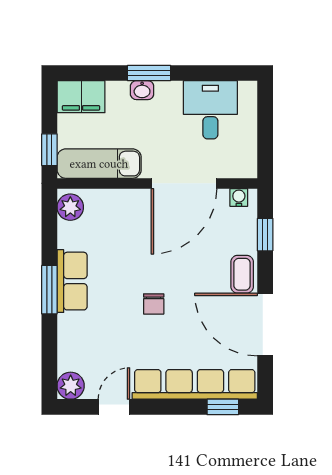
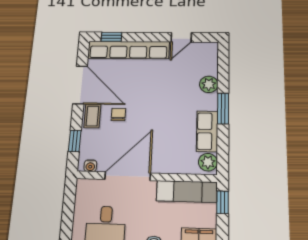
row of seats: (72, 281) -> (207, 131), moved
chair: (154, 304) -> (118, 114), moved
plant: (71, 386) -> (209, 84), moved

